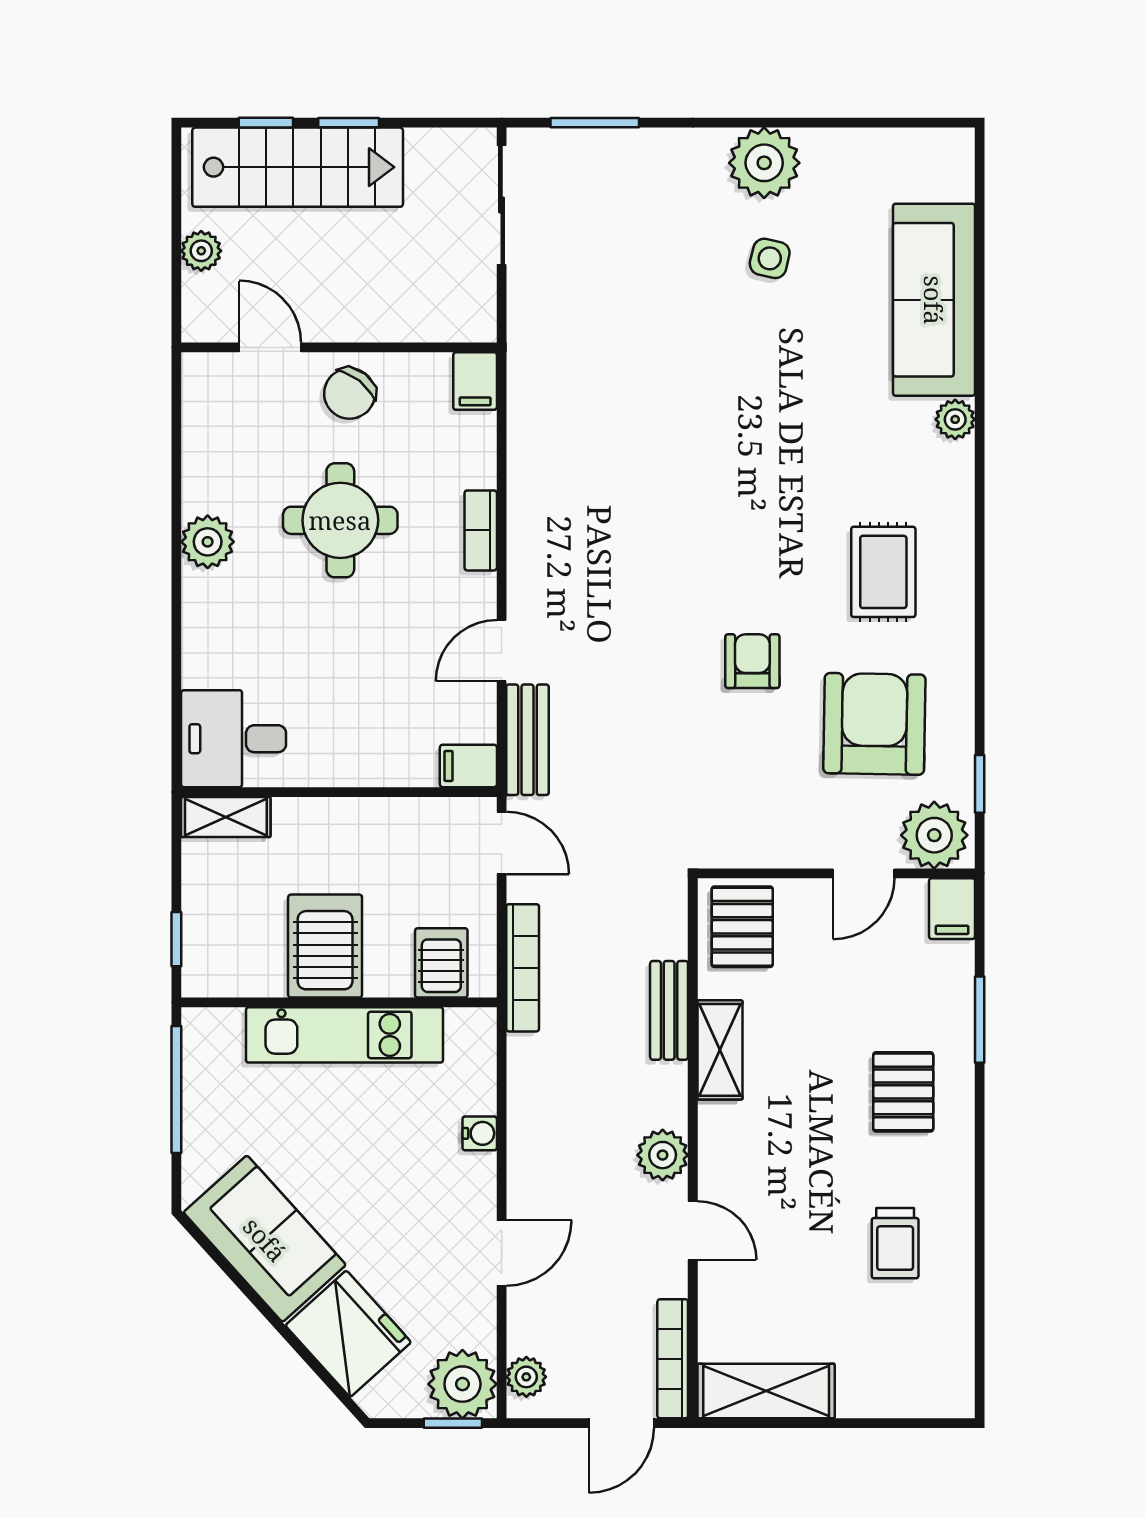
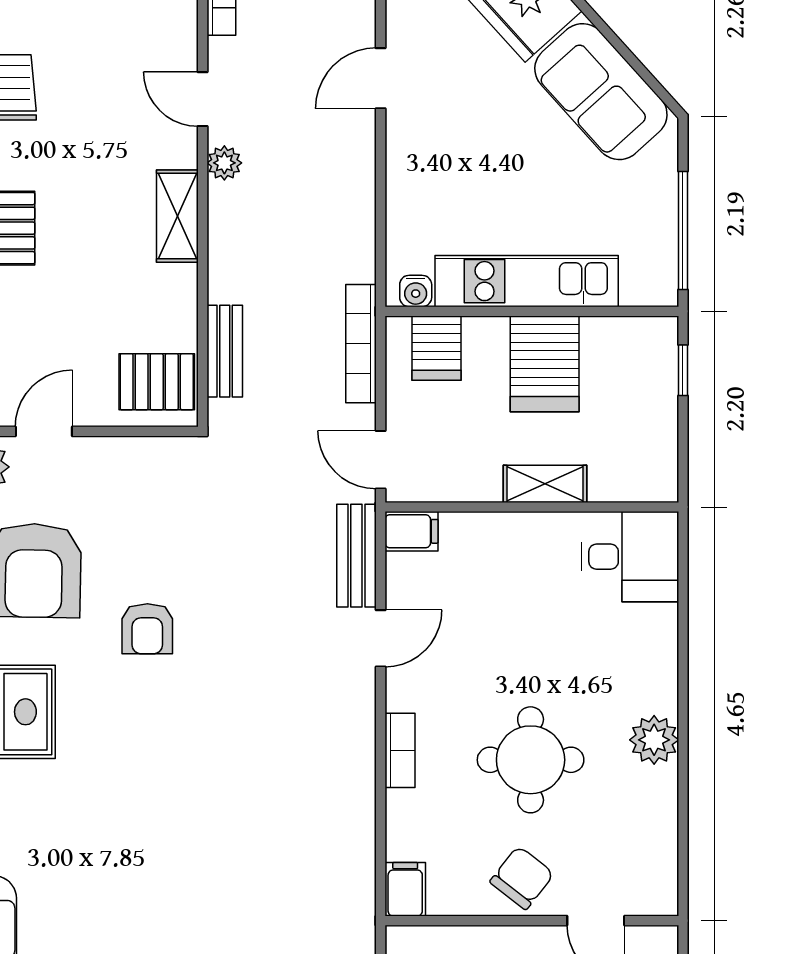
shelving: (226, 817) -> (545, 484), moved
pallet: (742, 927) -> (157, 382), turned 90
bench: (669, 1010) -> (225, 351), moved
shelving: (720, 1050) -> (177, 216), moved
water cooler: (480, 1133) -> (416, 291), moved, turned -90
plant: (663, 1155) -> (224, 163), width x0.73, depth x0.73

